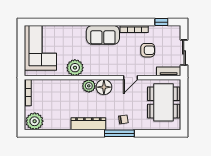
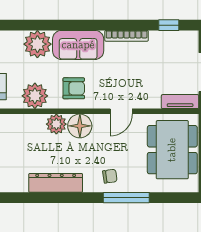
plant: (77, 34) -> (37, 44), added
armchair: (148, 50) -> (74, 88), moved
window: (119, 133) -> (126, 198), moved

